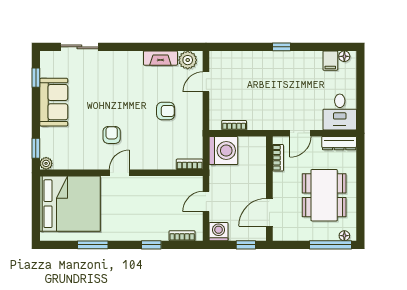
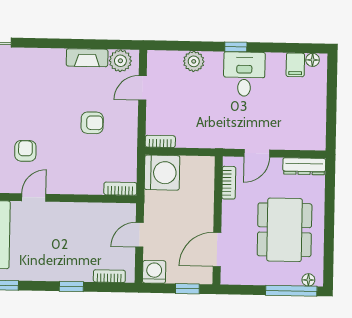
plant: (247, 59) -> (194, 61), added
desk: (340, 112) -> (244, 74), moved, turned 180
bookcase: (234, 125) -> (160, 141), moved

